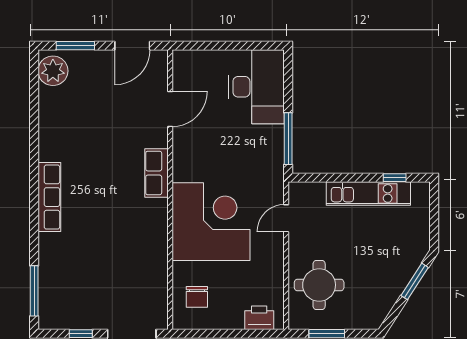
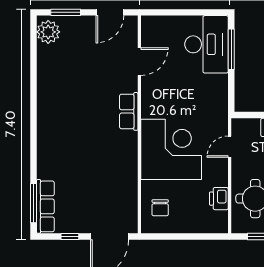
window: (288, 139) -> (231, 49), moved
row of seats: (49, 197) -> (45, 206), moved
printer: (259, 318) -> (219, 199), moved, turned -90

